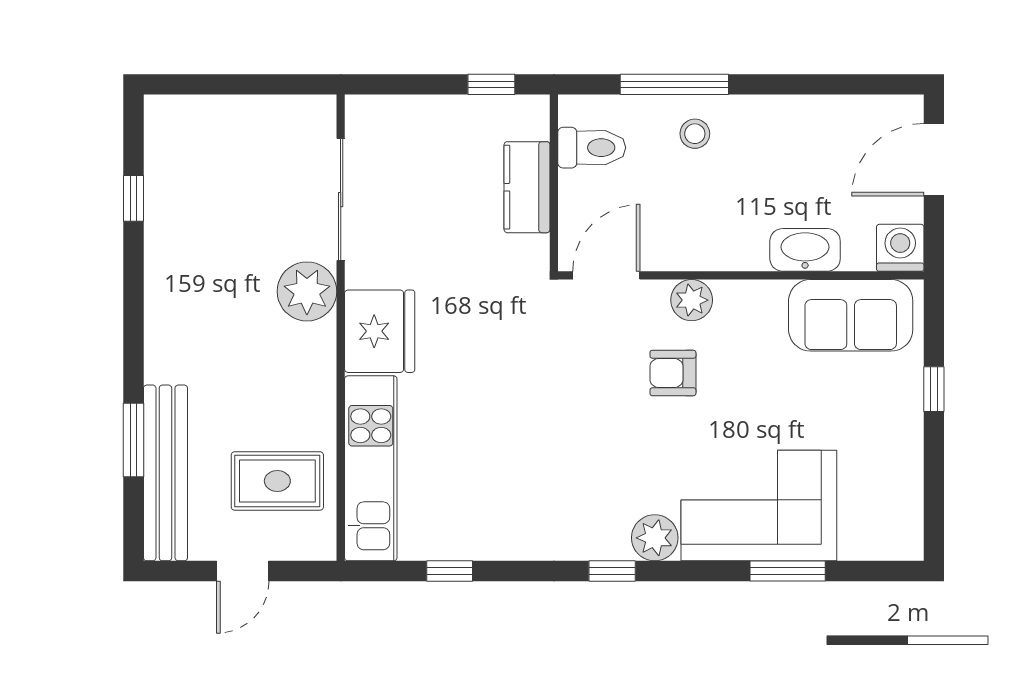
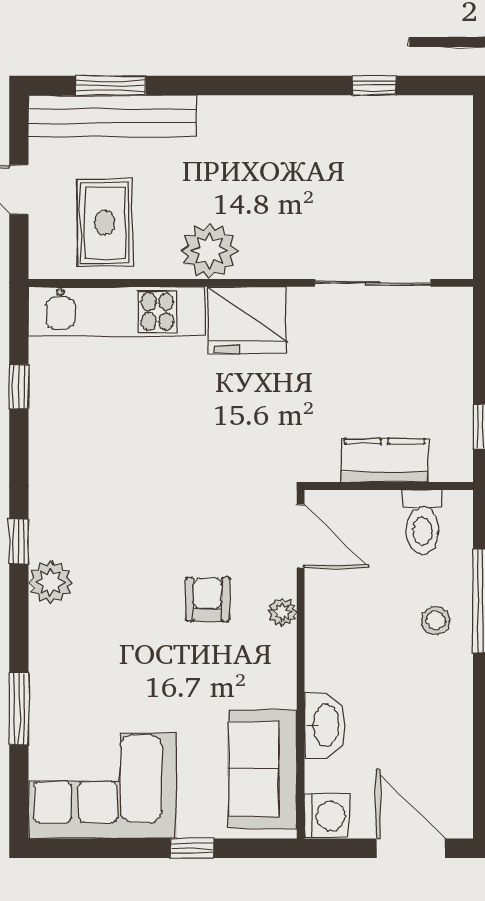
plant: (307, 291) -> (209, 251), moved
plant: (692, 300) -> (282, 612), width x0.73, depth x0.73
window: (134, 440) -> (110, 86), moved
corner sofa: (759, 506) -> (103, 786), moved, turned -90

